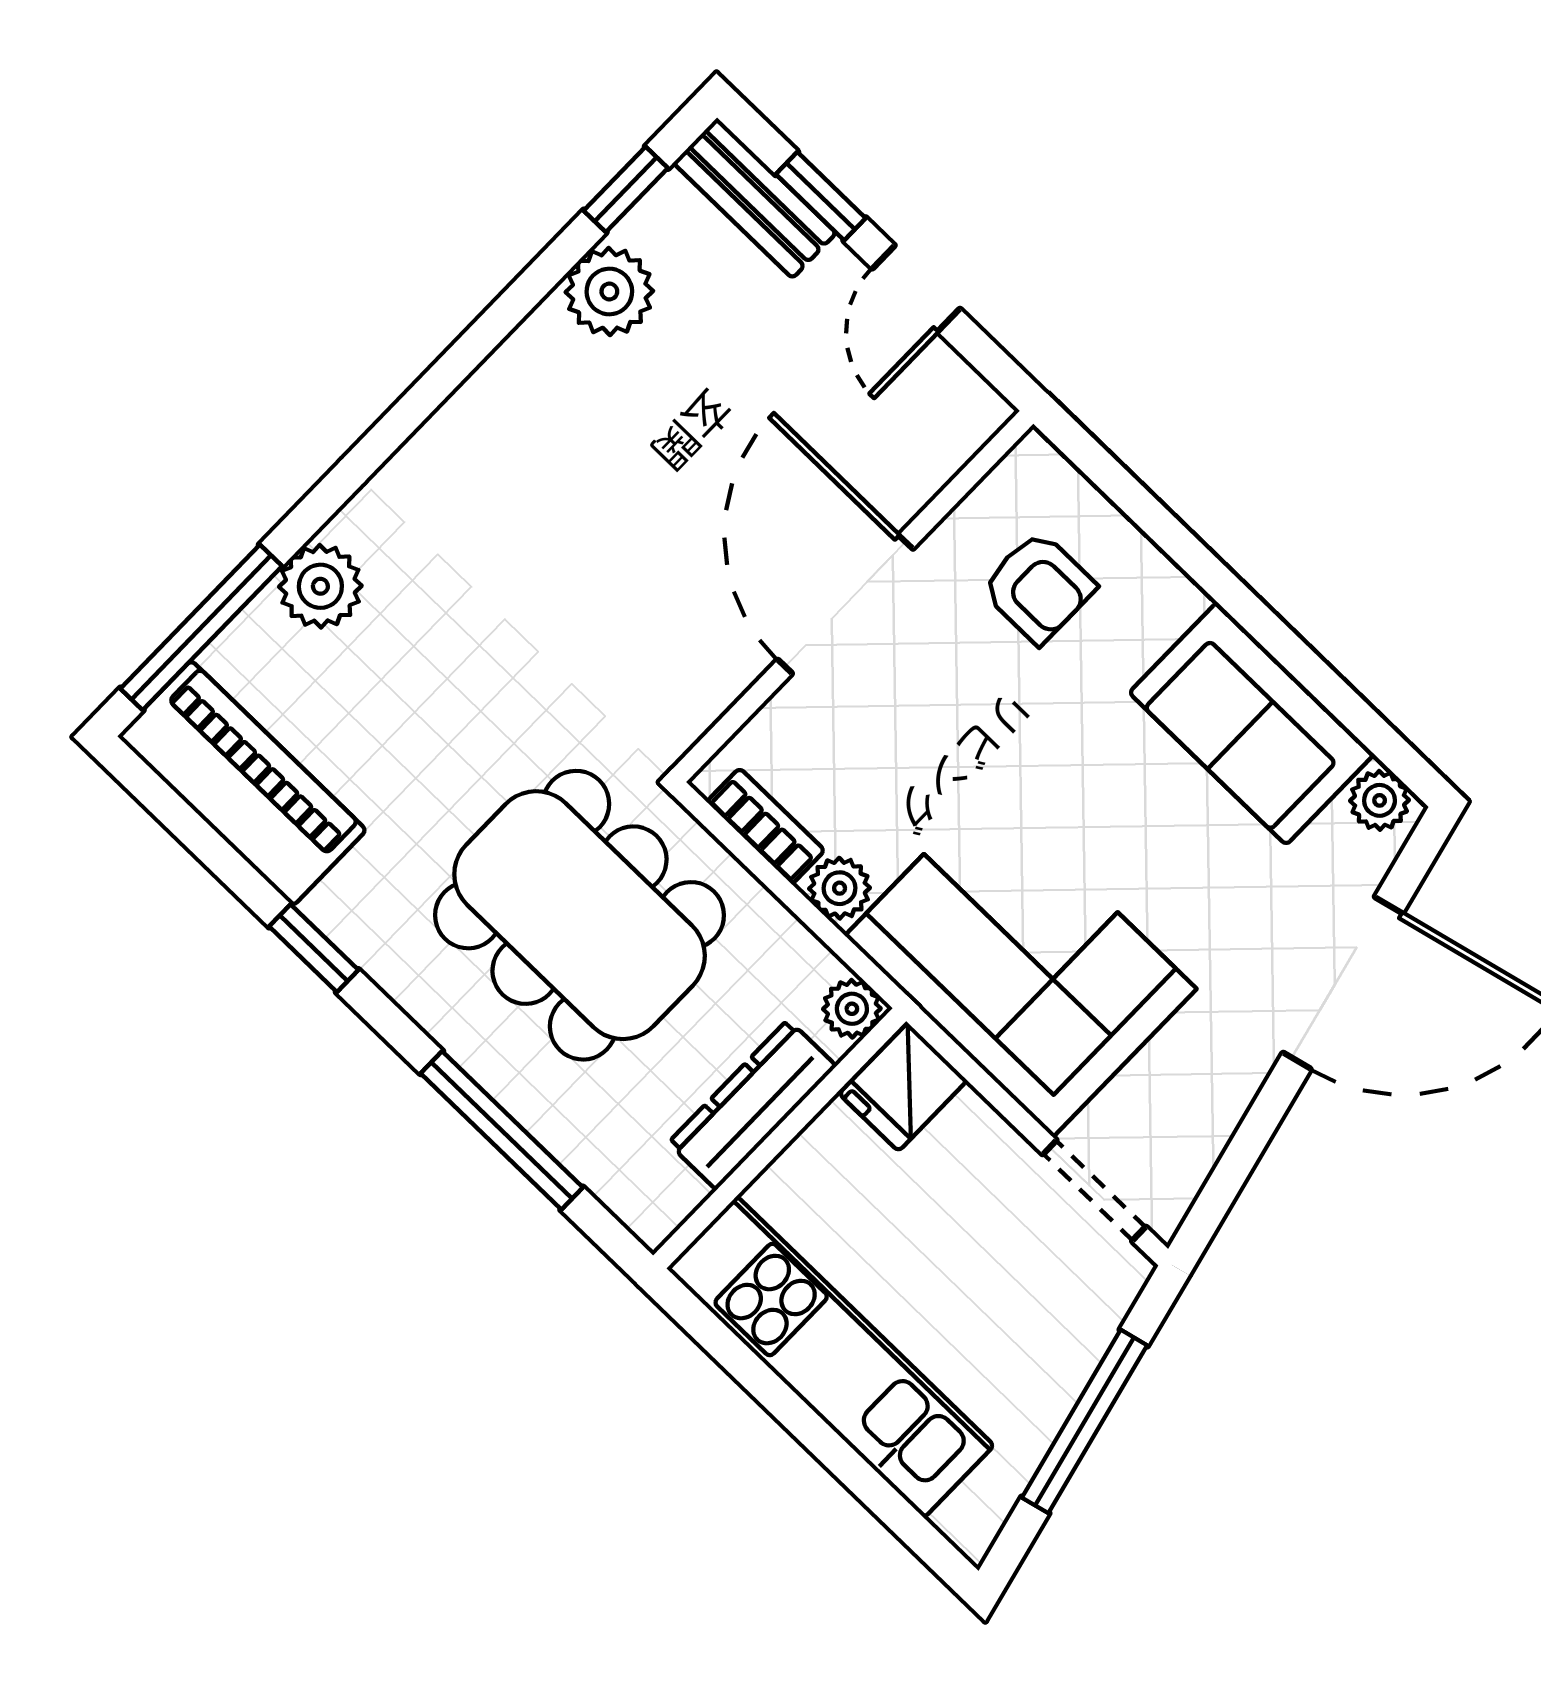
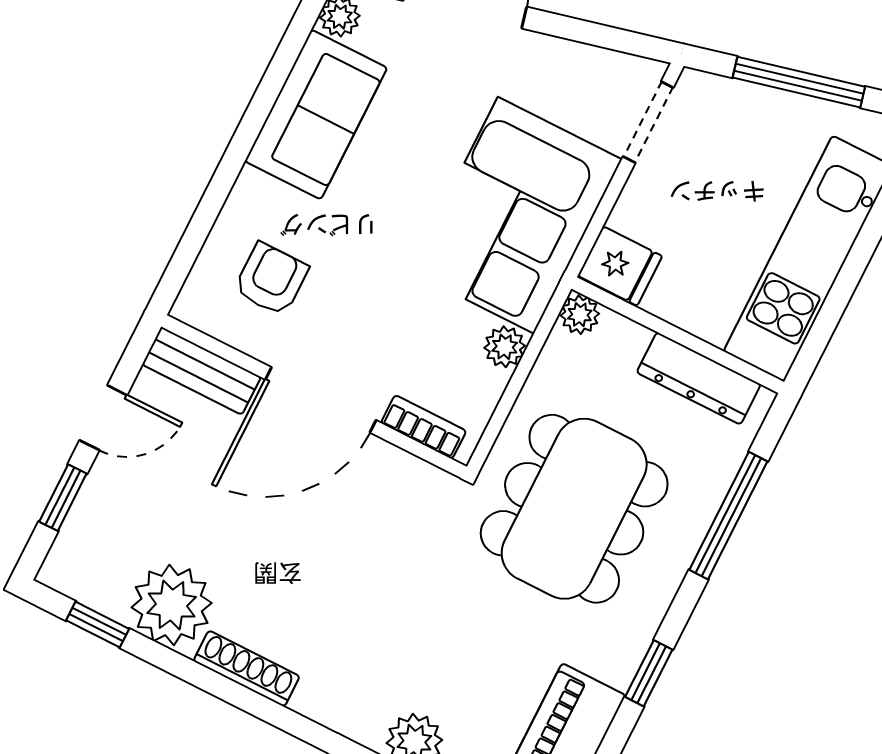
bench: (755, 198) -> (202, 371), moved, turned 90
plant: (609, 292) -> (172, 605), width x1.36, depth x1.36
shoe rack: (498, 381) -> (247, 669), added
bookcase: (766, 826) -> (424, 427), moved, turned 90
dresser: (752, 1105) -> (699, 378), moved

